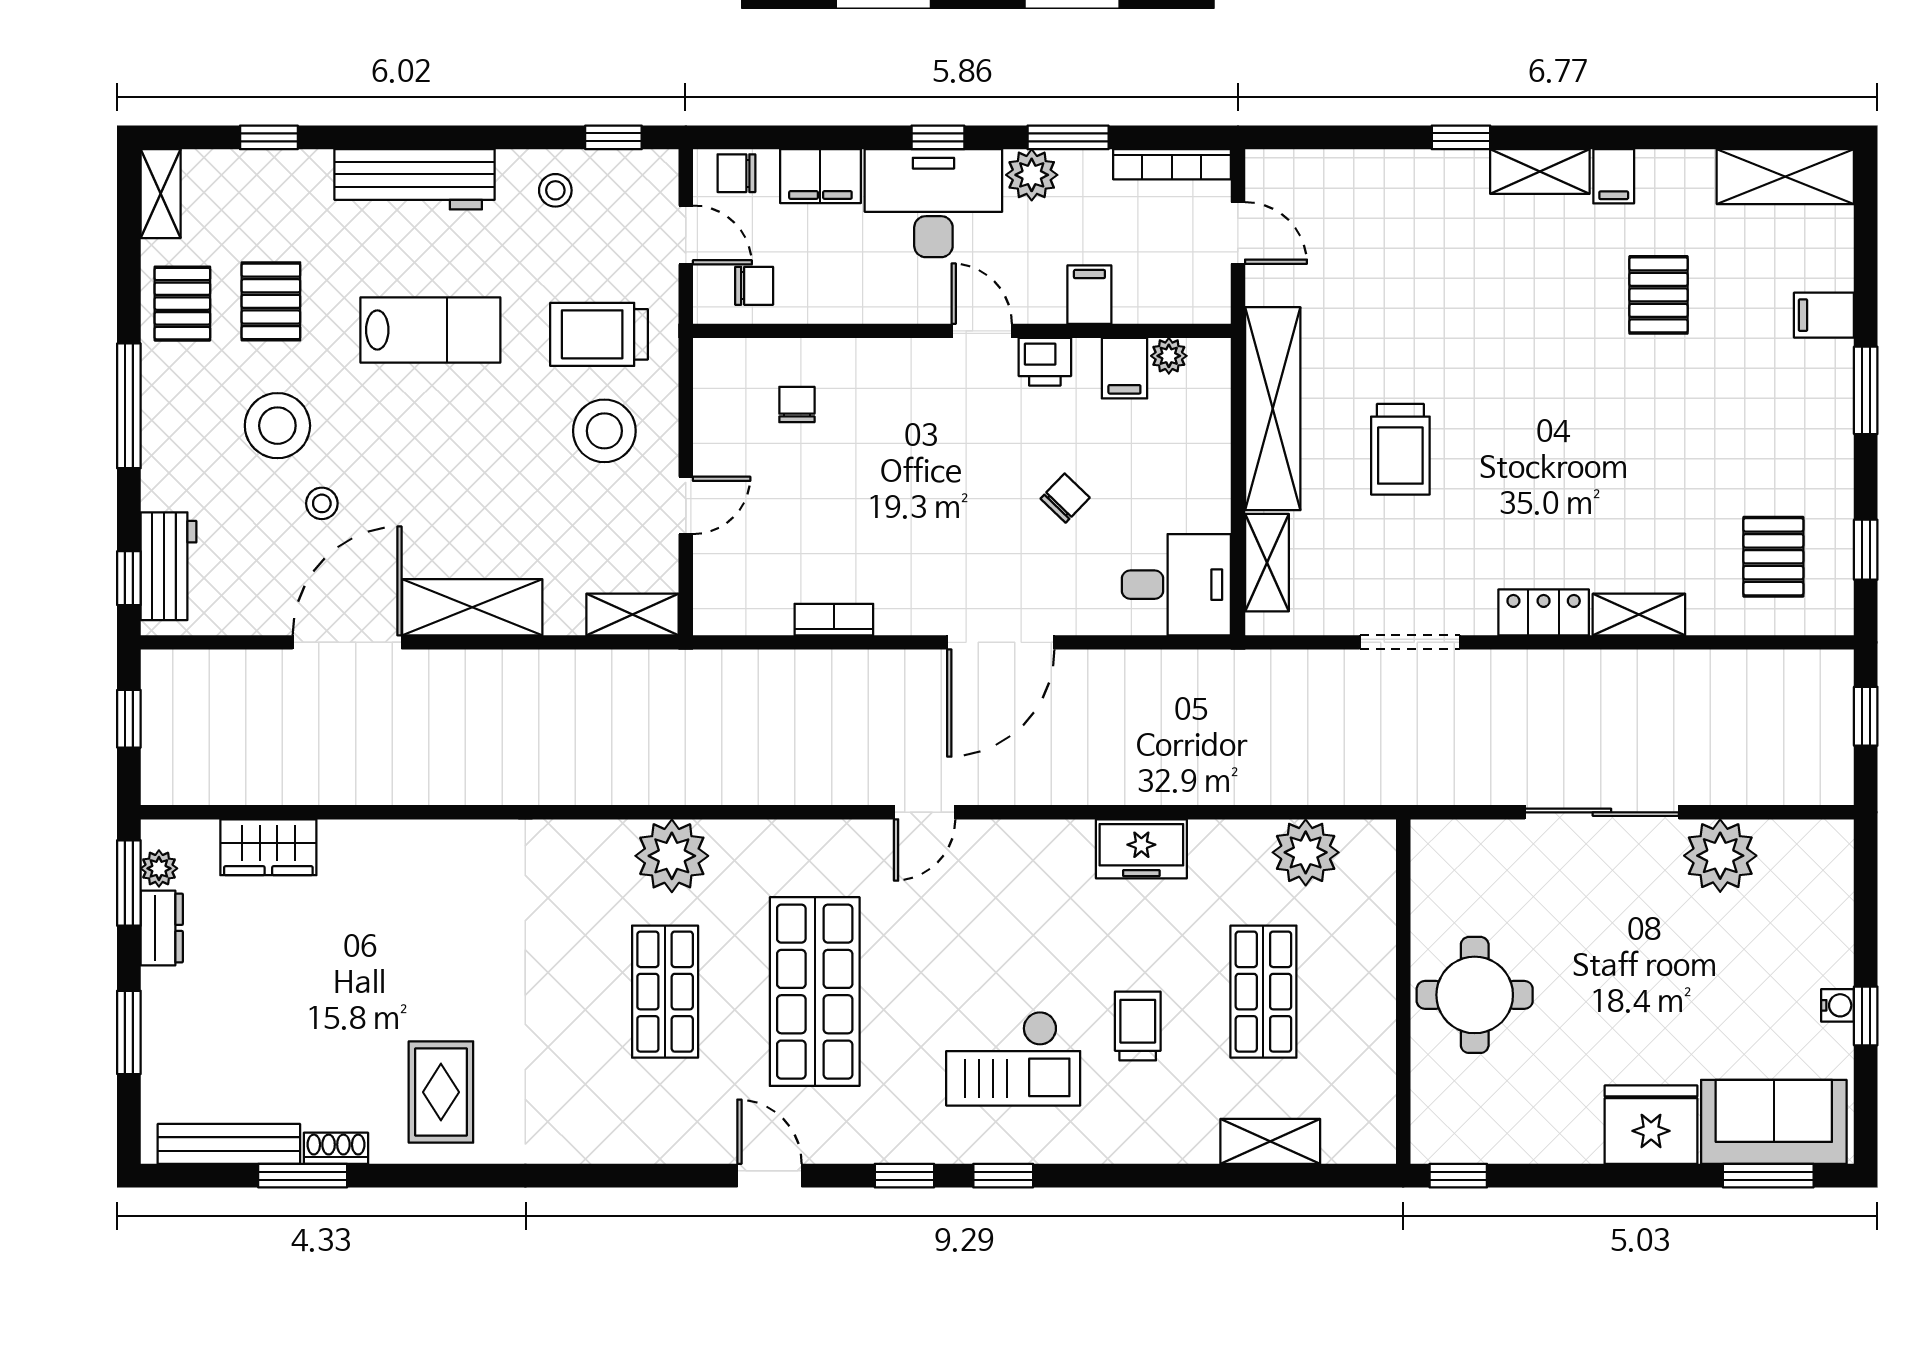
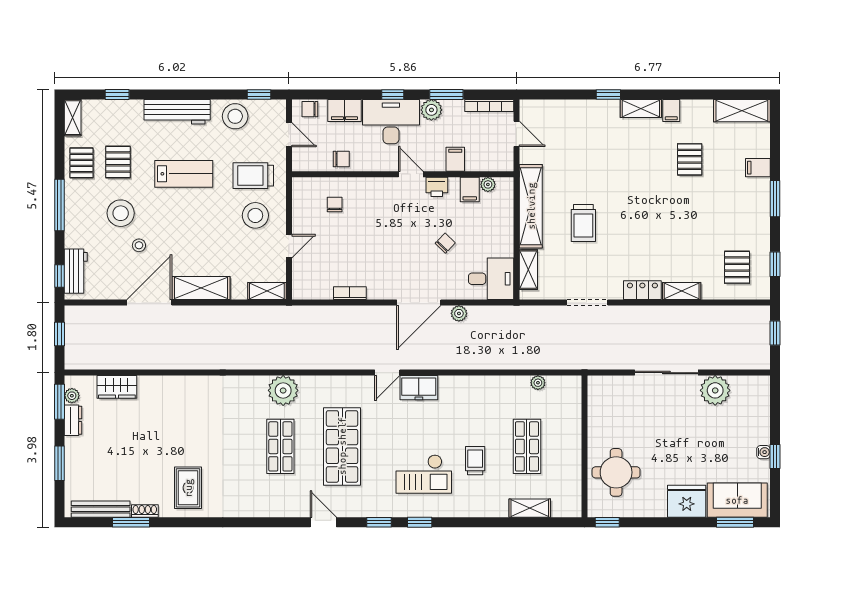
stool: (555, 190) -> (235, 116), width x1.89, depth x1.89
chair: (754, 286) -> (341, 159), moved
plant: (1098, 669) -> (459, 313), added
freezer: (1141, 849) -> (419, 388), moved
plant: (1306, 852) -> (538, 383), width x0.53, depth x0.53
round table: (1475, 995) -> (616, 472), moved

